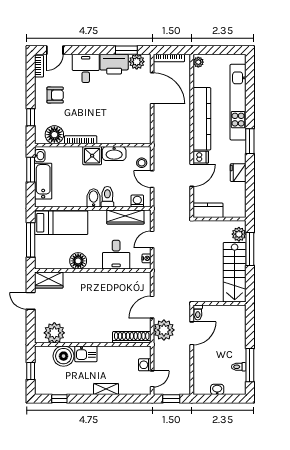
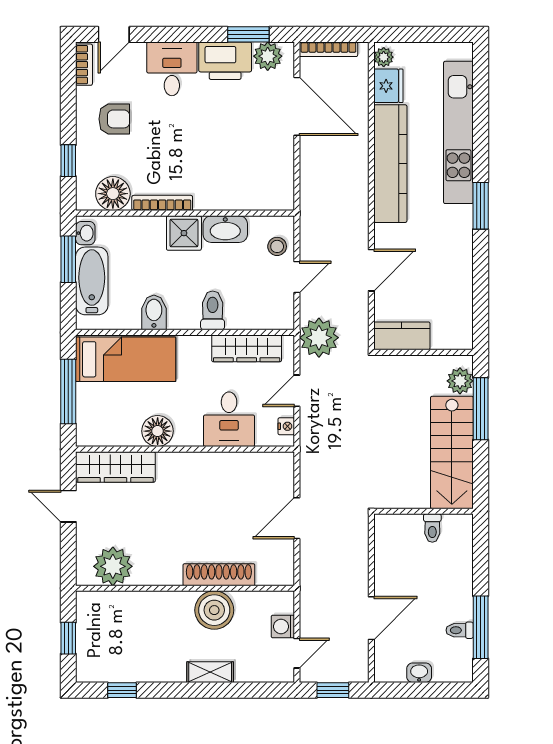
dishwasher: (201, 157) -> (388, 236), removed
fridge: (238, 173) -> (388, 86), moved, turned 180
door: (152, 179) -> (297, 277), swing flipped
bidet: (94, 198) -> (154, 312), moved
washing machine: (137, 201) -> (269, 318), removed
wardrobe: (49, 280) -> (115, 467), width x1.50
toilet: (198, 312) -> (432, 528), moved
plant: (164, 330) -> (319, 338), moved
door: (192, 333) -> (371, 618), moved
shoe rack: (132, 337) -> (219, 575), moved
kitchen sink: (86, 354) -> (172, 606), removed
boiler: (64, 356) -> (214, 610), moved

